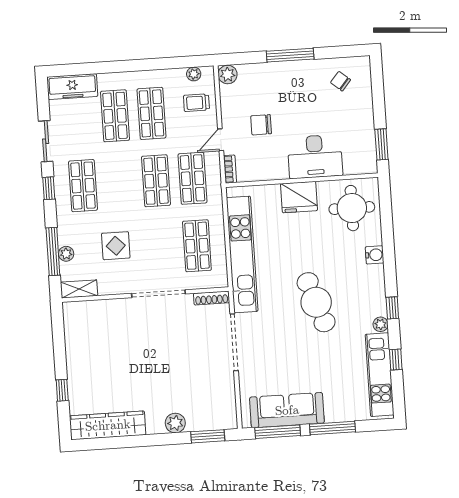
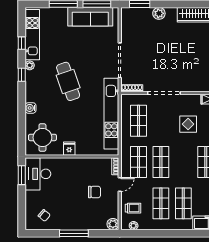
desk: (315, 157) -> (38, 174), moved, turned -90
fridge: (299, 197) -> (69, 149), width x0.53, depth x0.75

